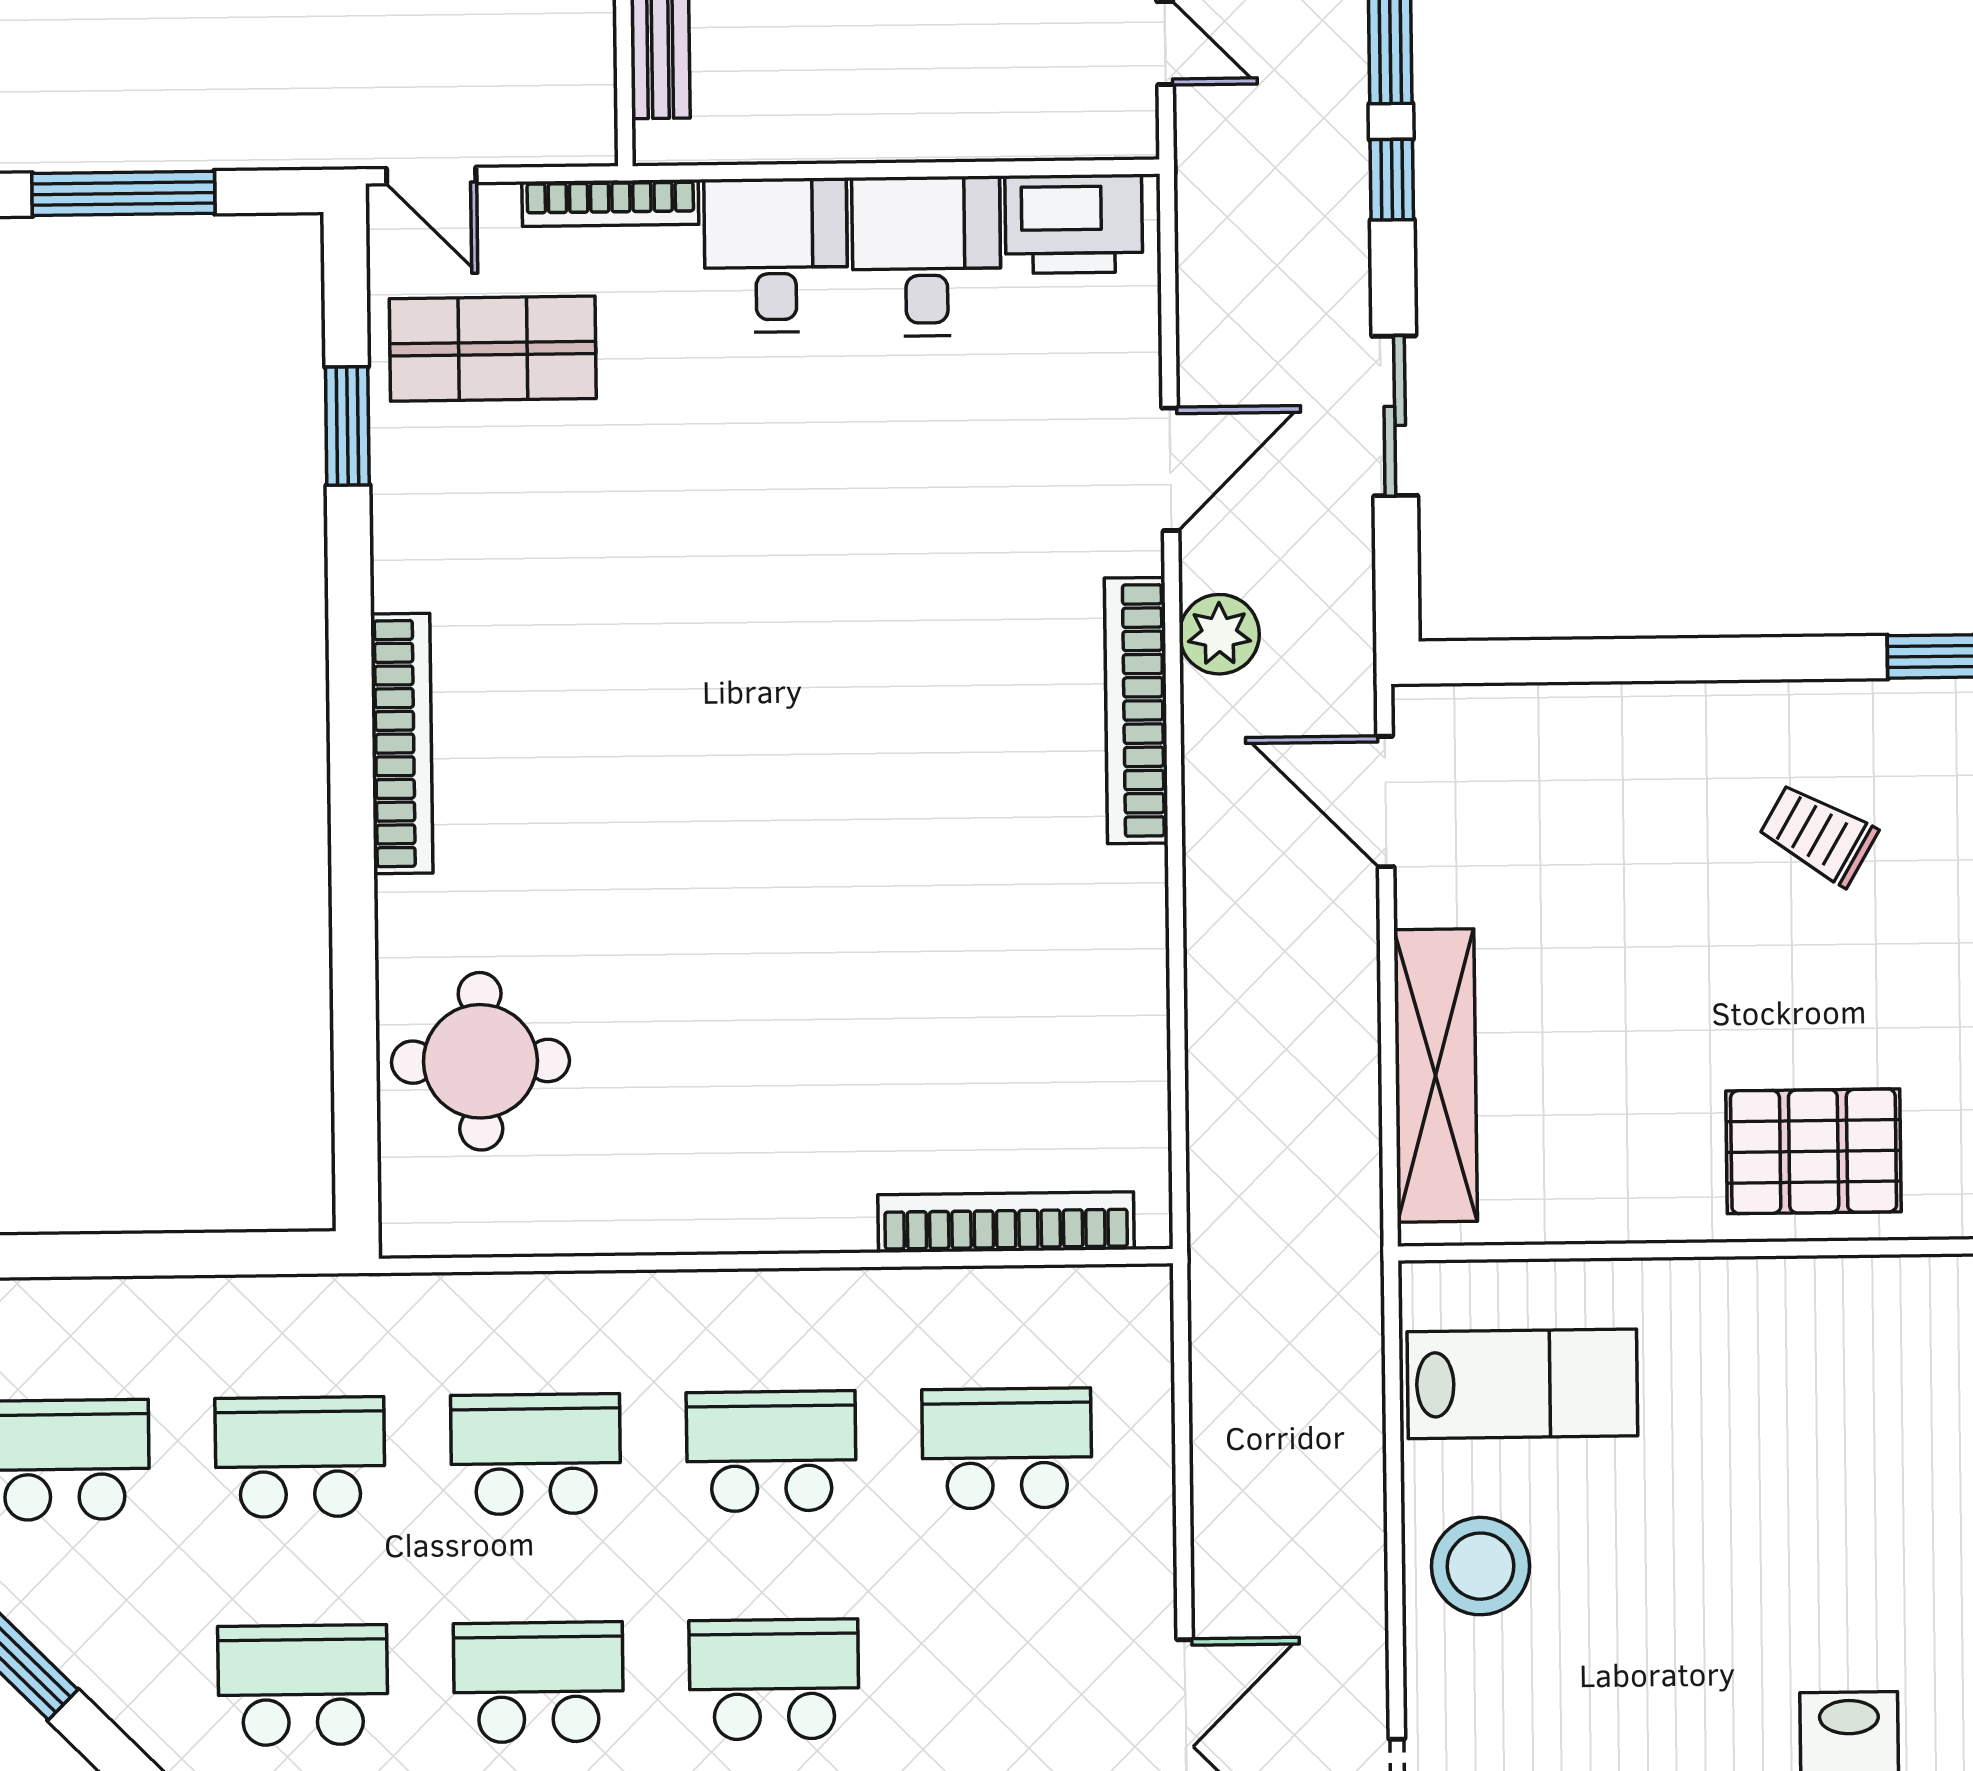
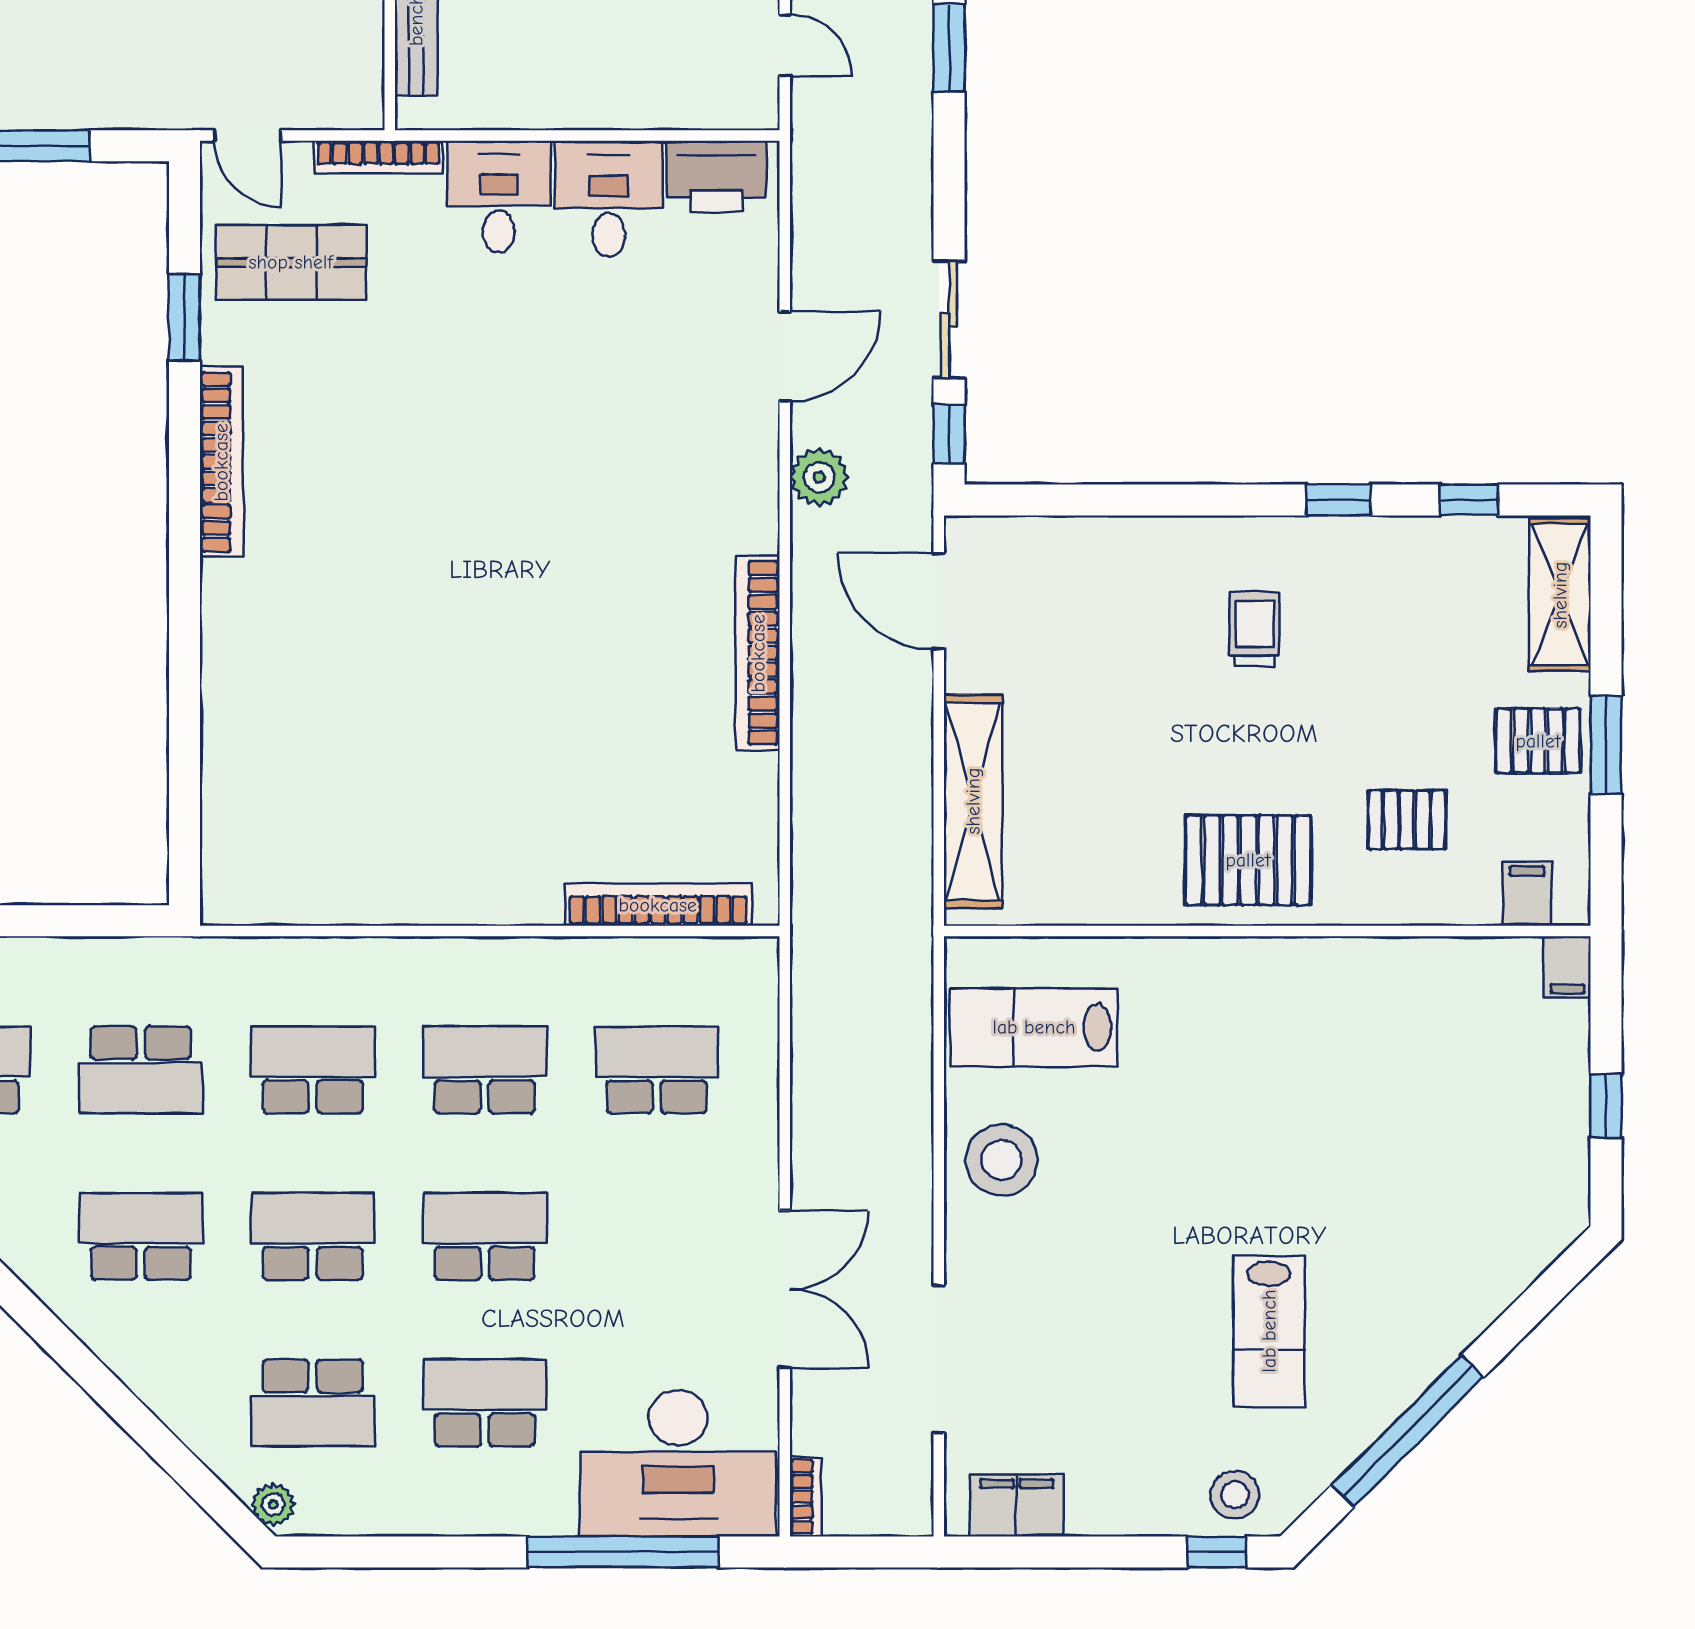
window: (1392, 180) -> (949, 434), moved
bookcase: (1136, 711) -> (758, 653), moved
bookcase: (402, 743) -> (221, 462), moved
trolley: (1818, 834) -> (1254, 629), turned 60
round table: (480, 1061) -> (276, 783), removed
lab bench: (1522, 1384) -> (1034, 1027), turned 180
school desk: (300, 1457) -> (141, 1070), turned 180

